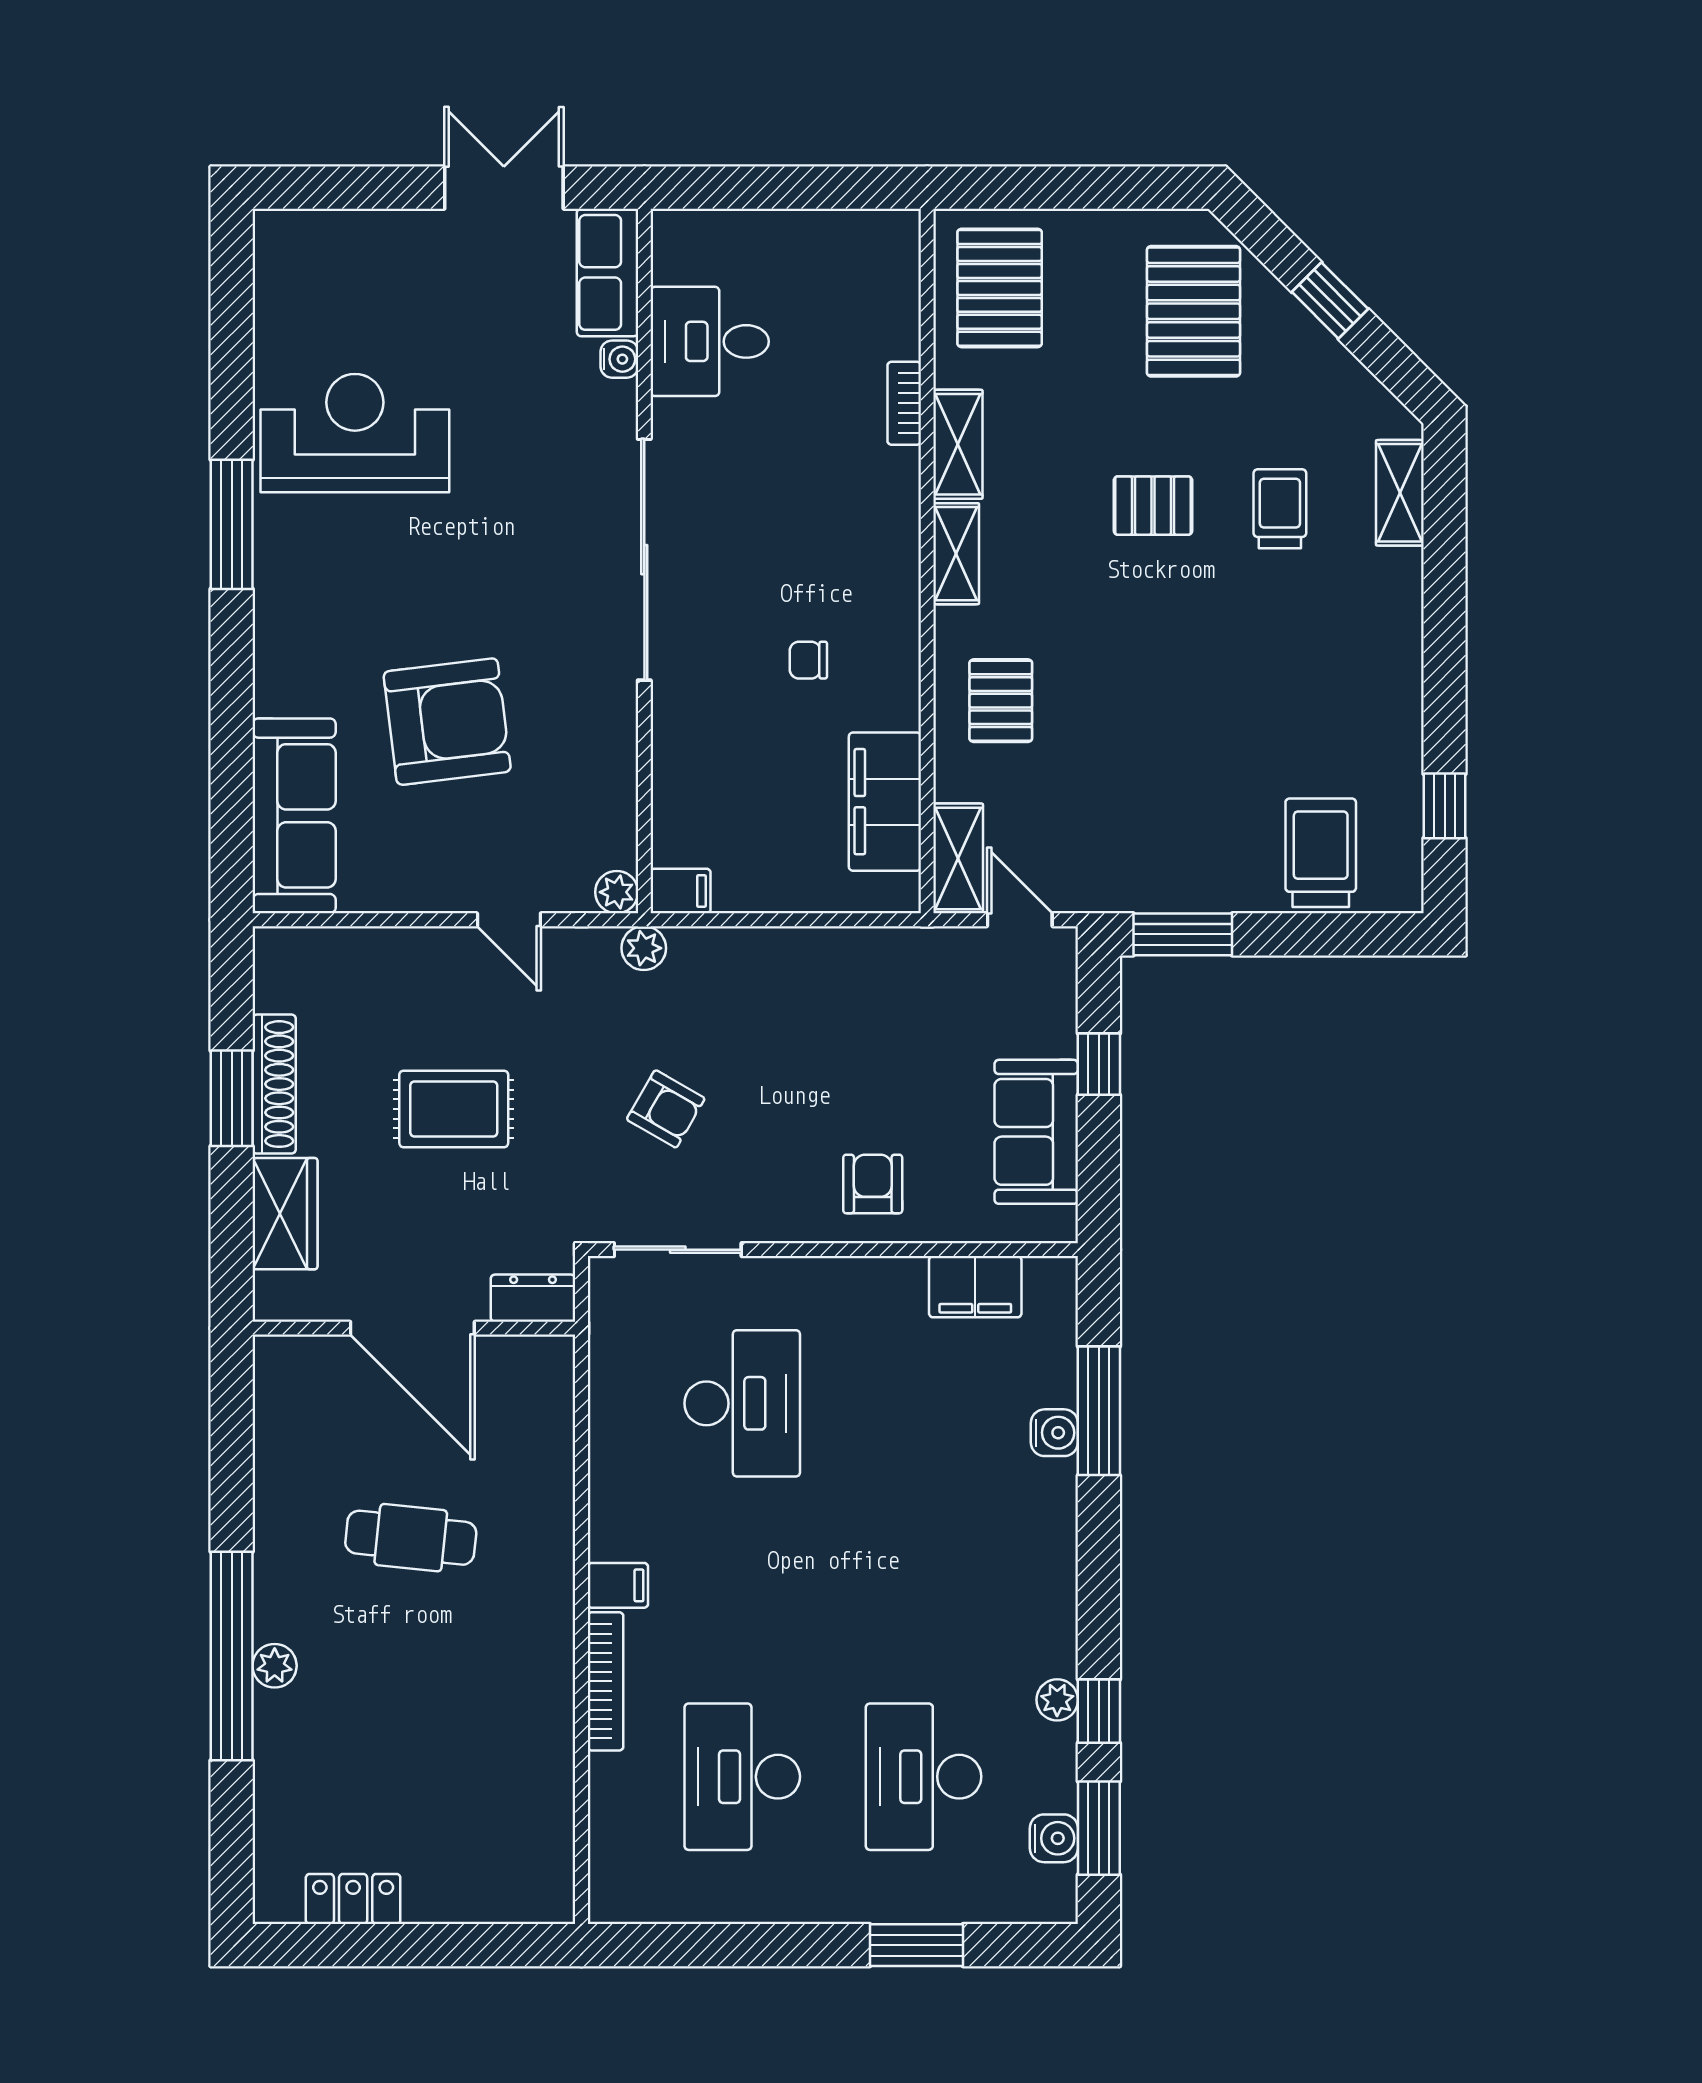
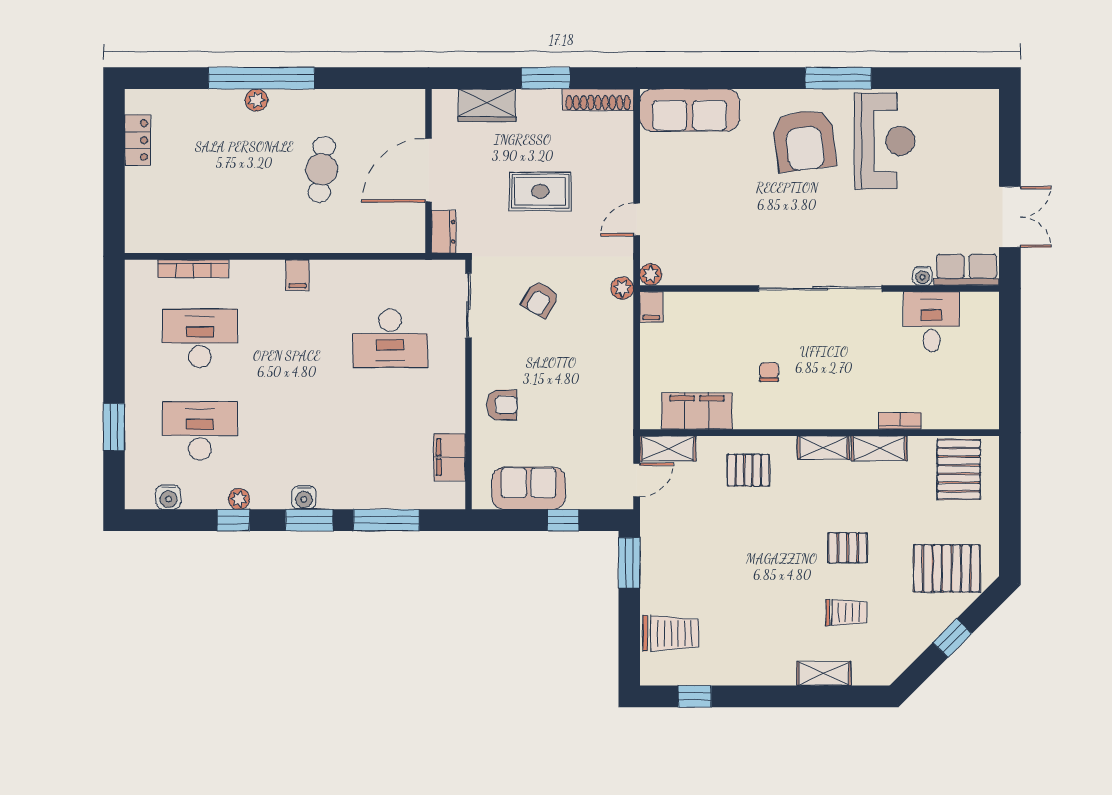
pallet: (1000, 288) -> (959, 470), turned 90
shelving: (1400, 493) -> (824, 674), moved
pallet: (1153, 506) -> (848, 548), turned 90
armchair: (447, 722) -> (804, 140), moved
shoe rack: (274, 1084) -> (598, 100), moved
rug: (454, 1109) -> (540, 191), turned 90
water cooler: (1054, 1433) -> (304, 497), moved
bookcase: (605, 1681) -> (193, 269), moved
window: (1099, 1828) -> (309, 520), moved

